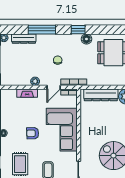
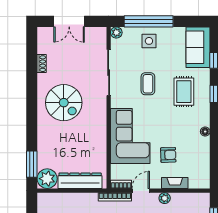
armchair: (33, 133) -> (168, 155), moved

